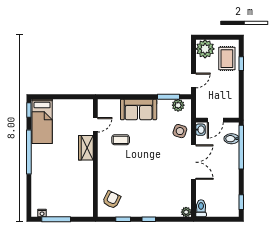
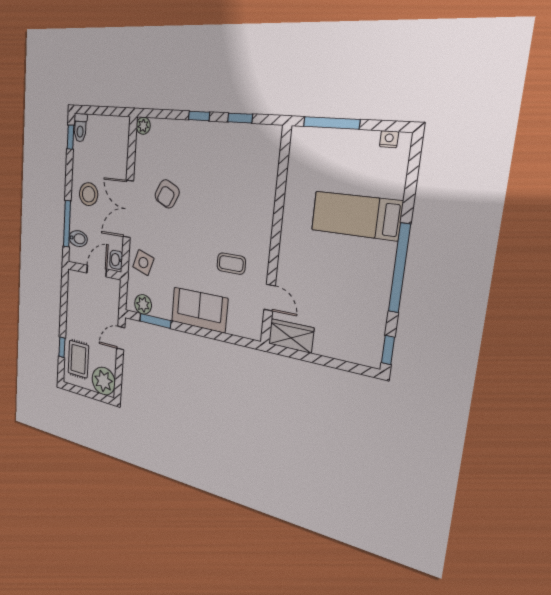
bed: (42, 121) -> (356, 216), moved, turned -90
door: (95, 125) -> (270, 298), swing flipped
window: (241, 147) -> (67, 224), width x0.68
wardrobe: (86, 148) -> (291, 336), moved, turned -90
stool: (225, 168) -> (89, 194), added
armchair: (112, 200) -> (167, 194), moved
toilet: (201, 208) -> (80, 128), moved
window: (56, 219) -> (331, 123), moved

